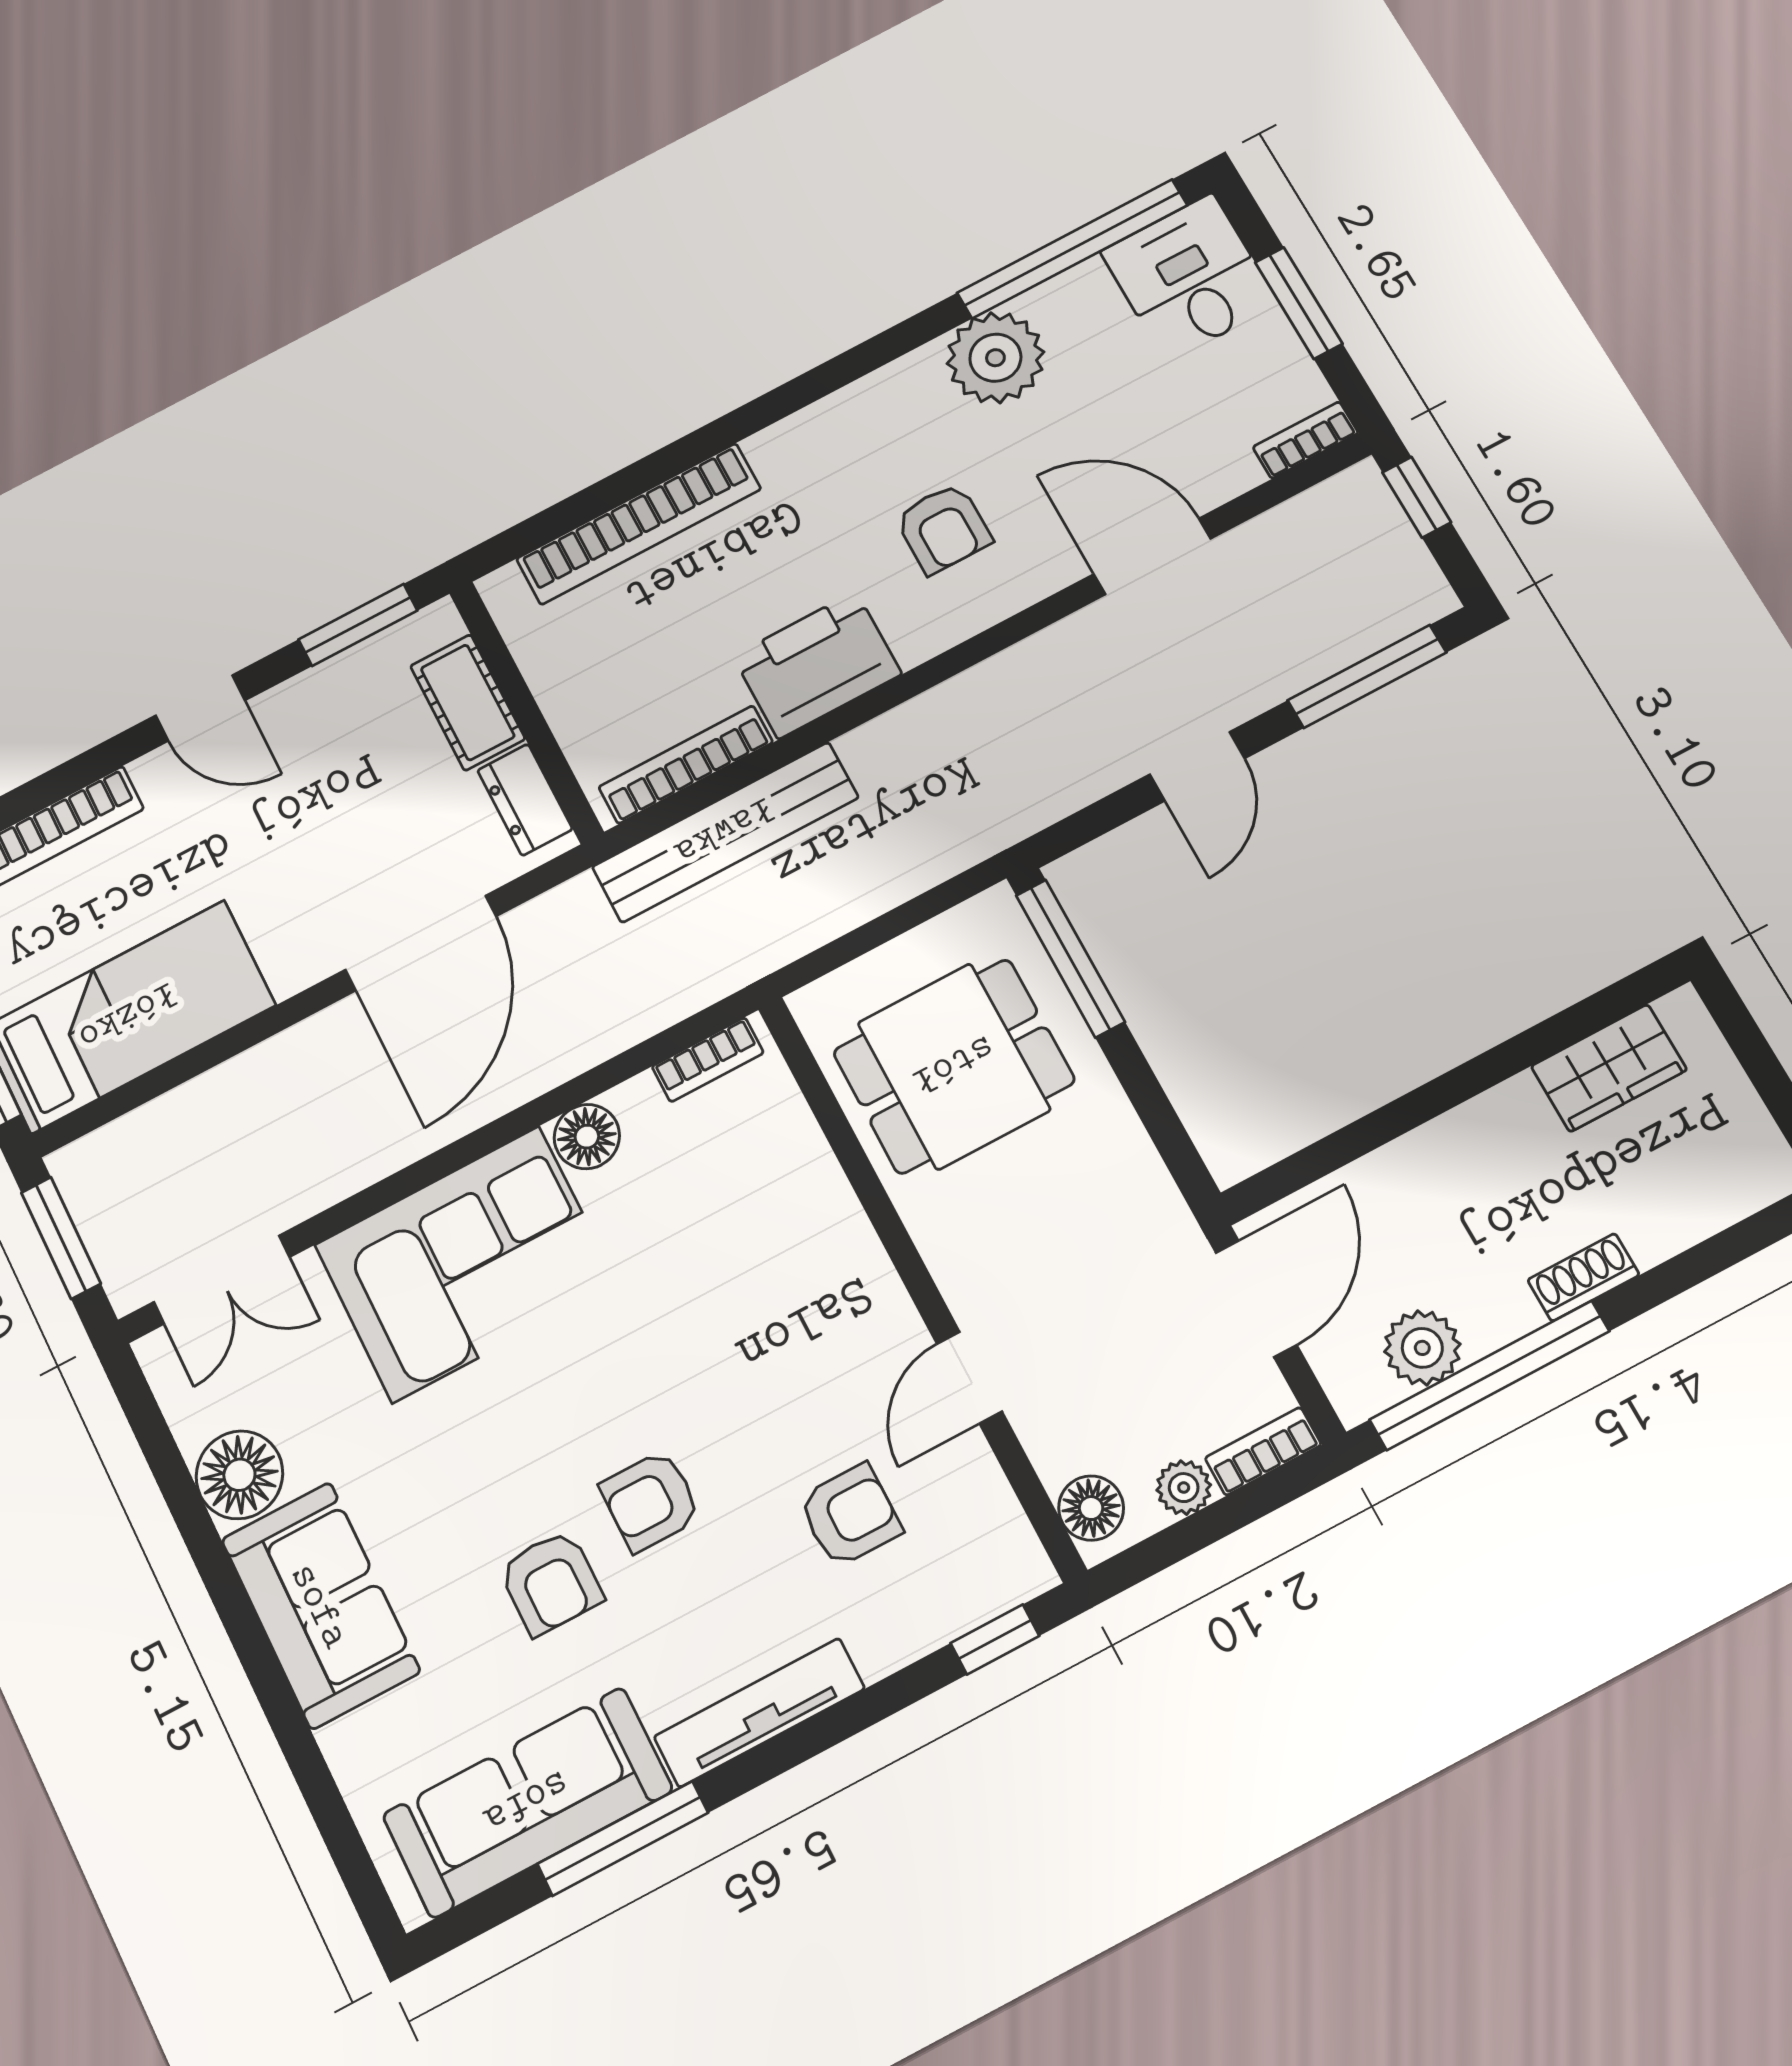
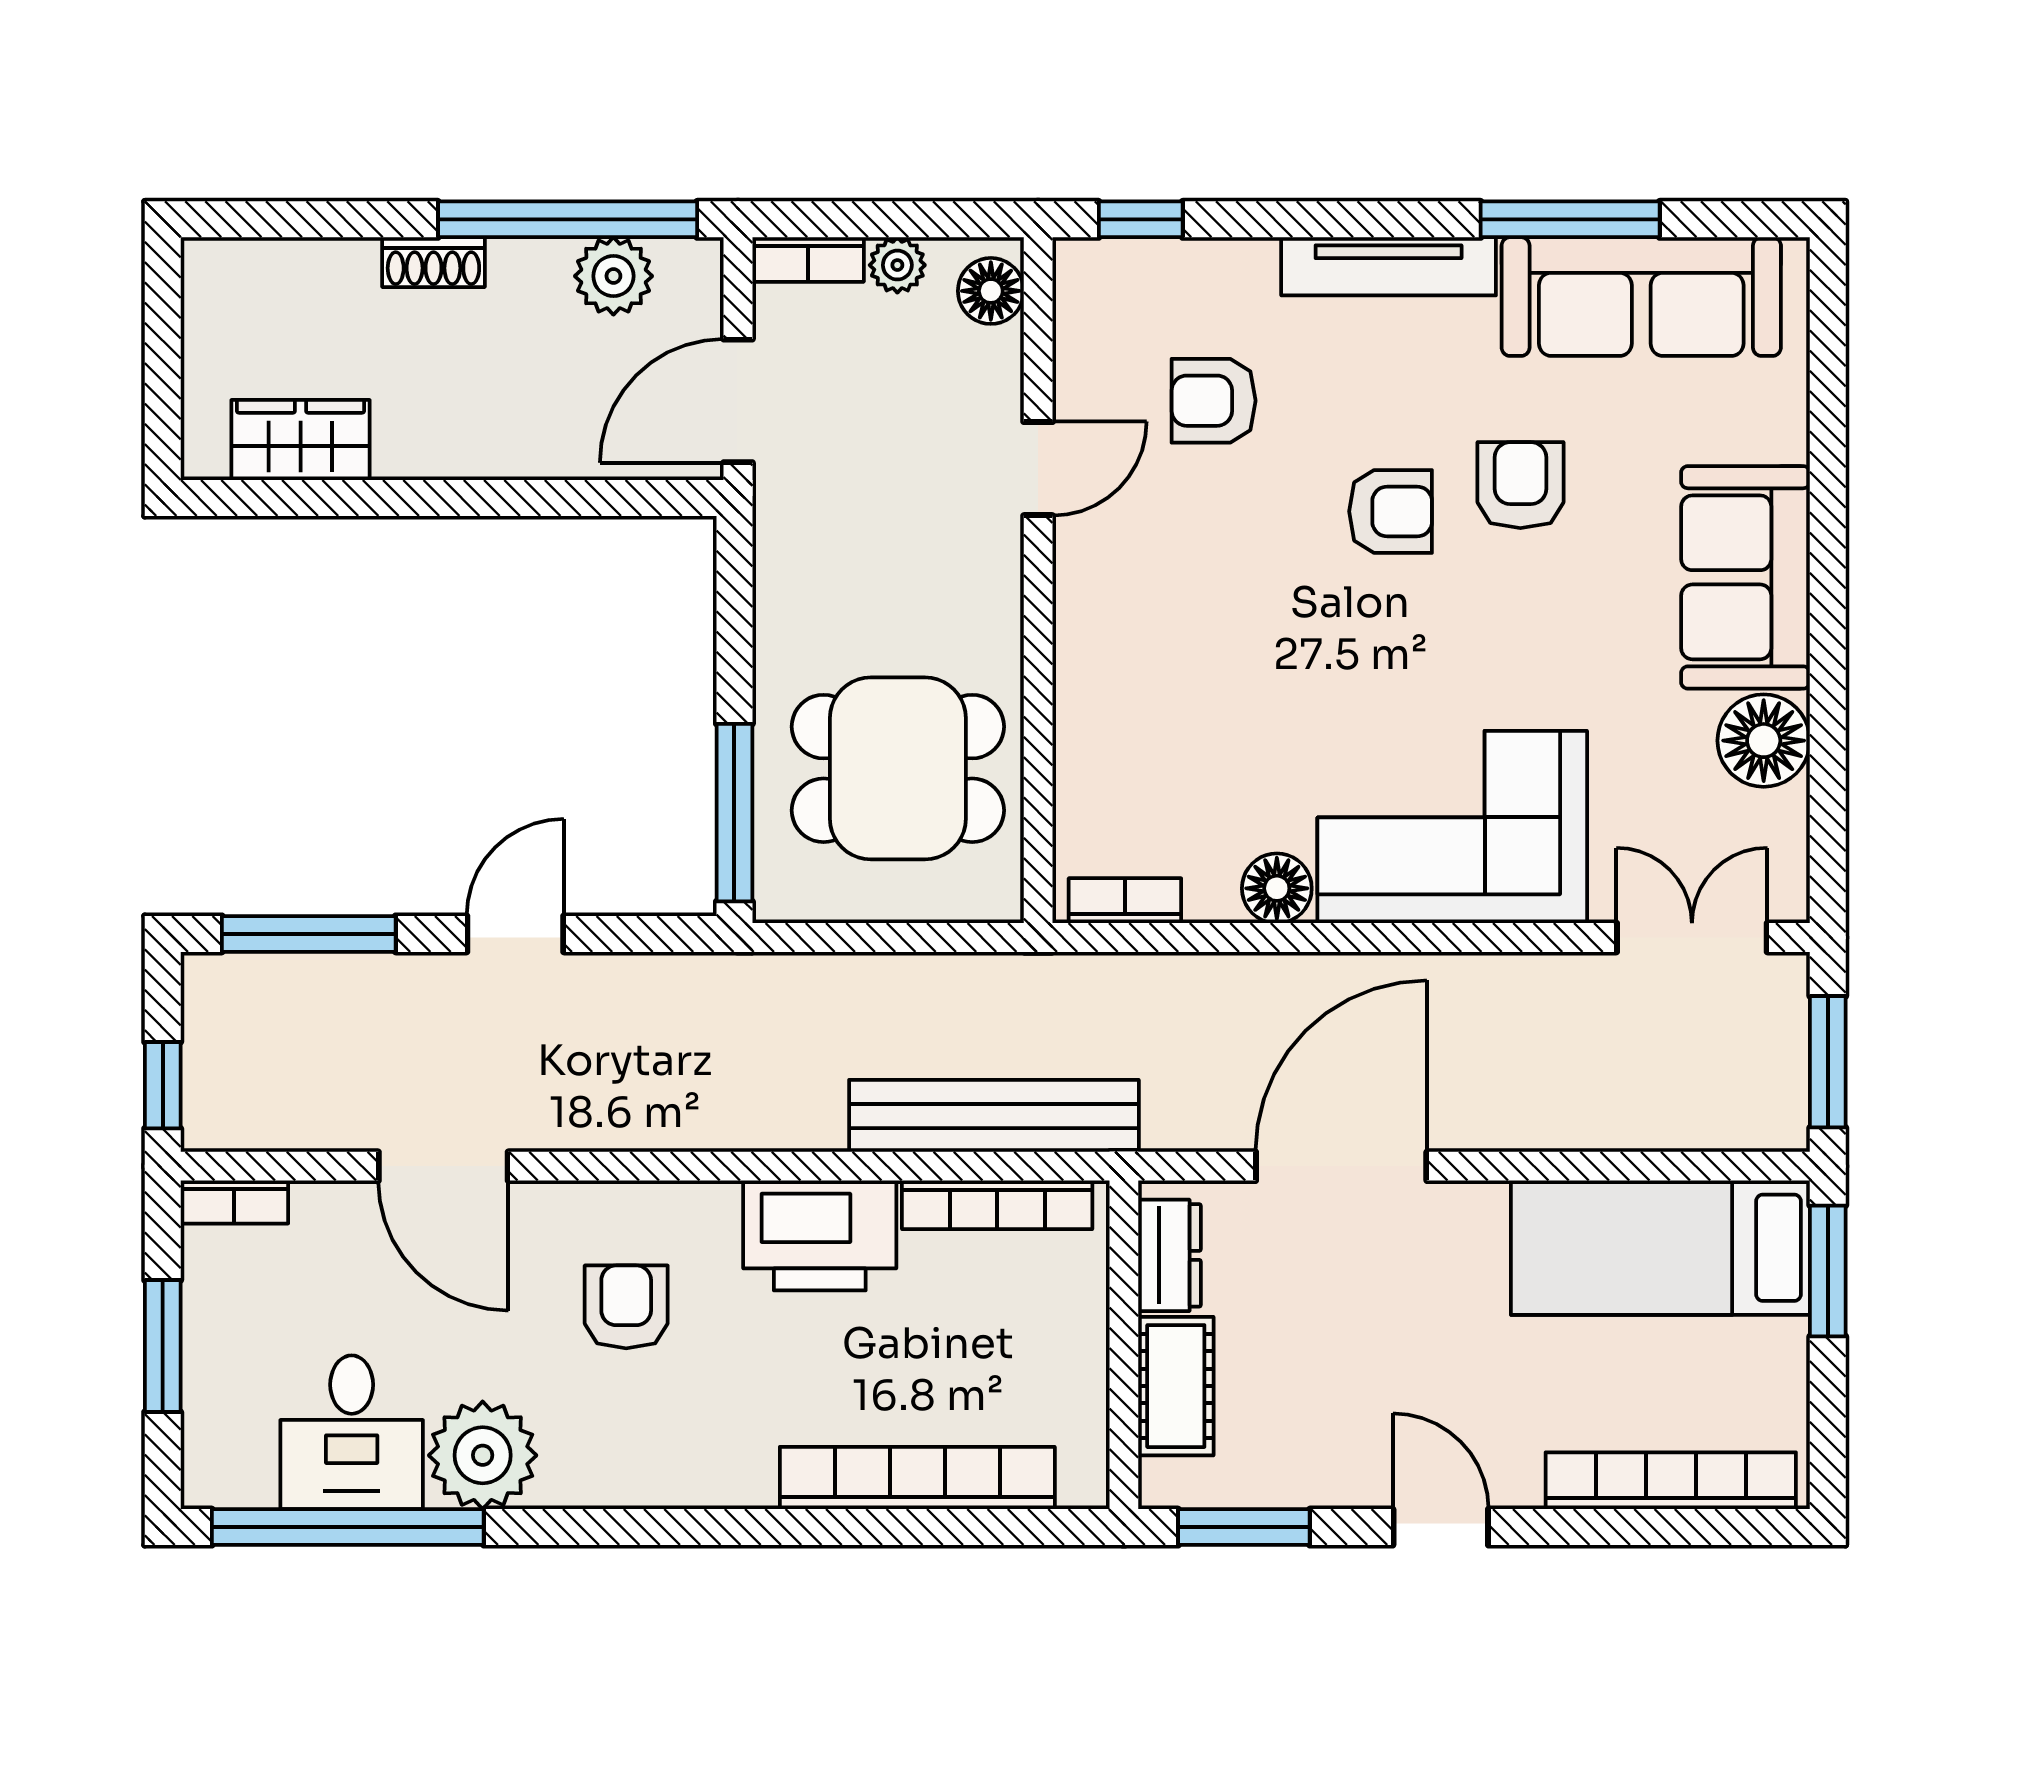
desk: (1189, 277) -> (352, 1432), moved

